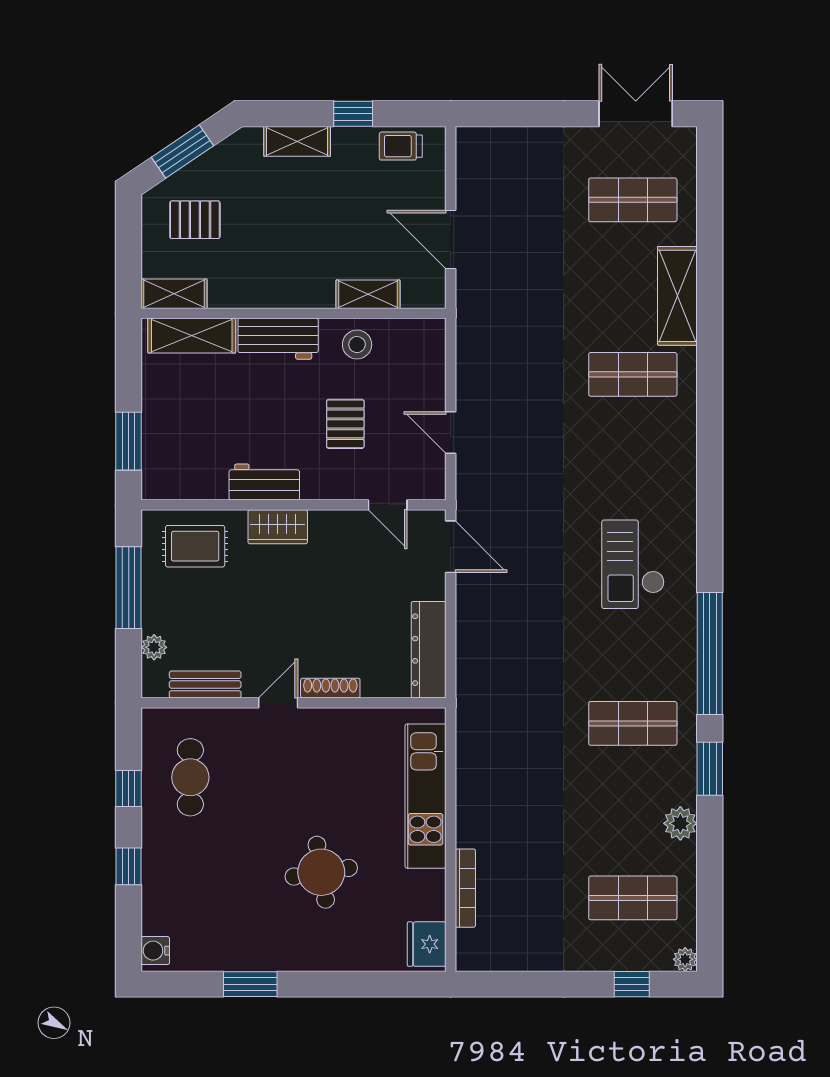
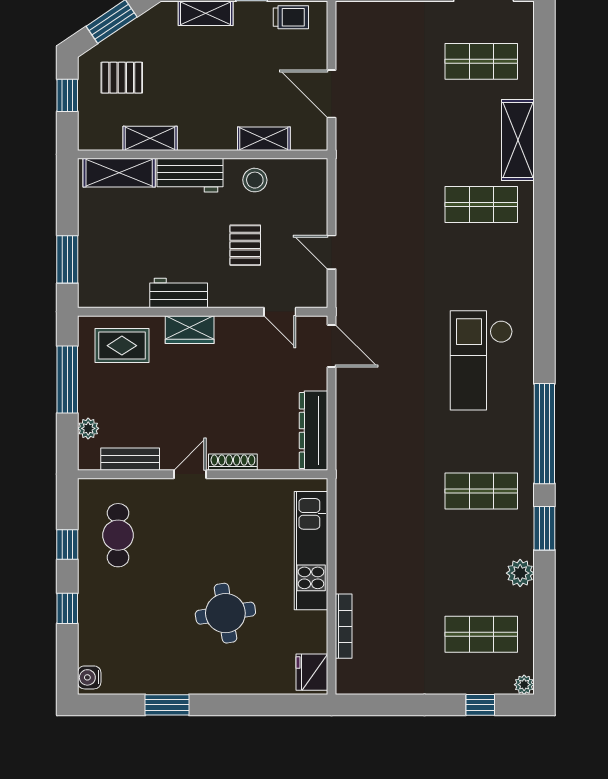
trolley: (401, 146) -> (291, 17), turned 180
window: (129, 241) -> (67, 95), added
shelving: (174, 294) -> (150, 138), moved
checkout: (633, 564) -> (481, 360), width x1.36, depth x1.21

